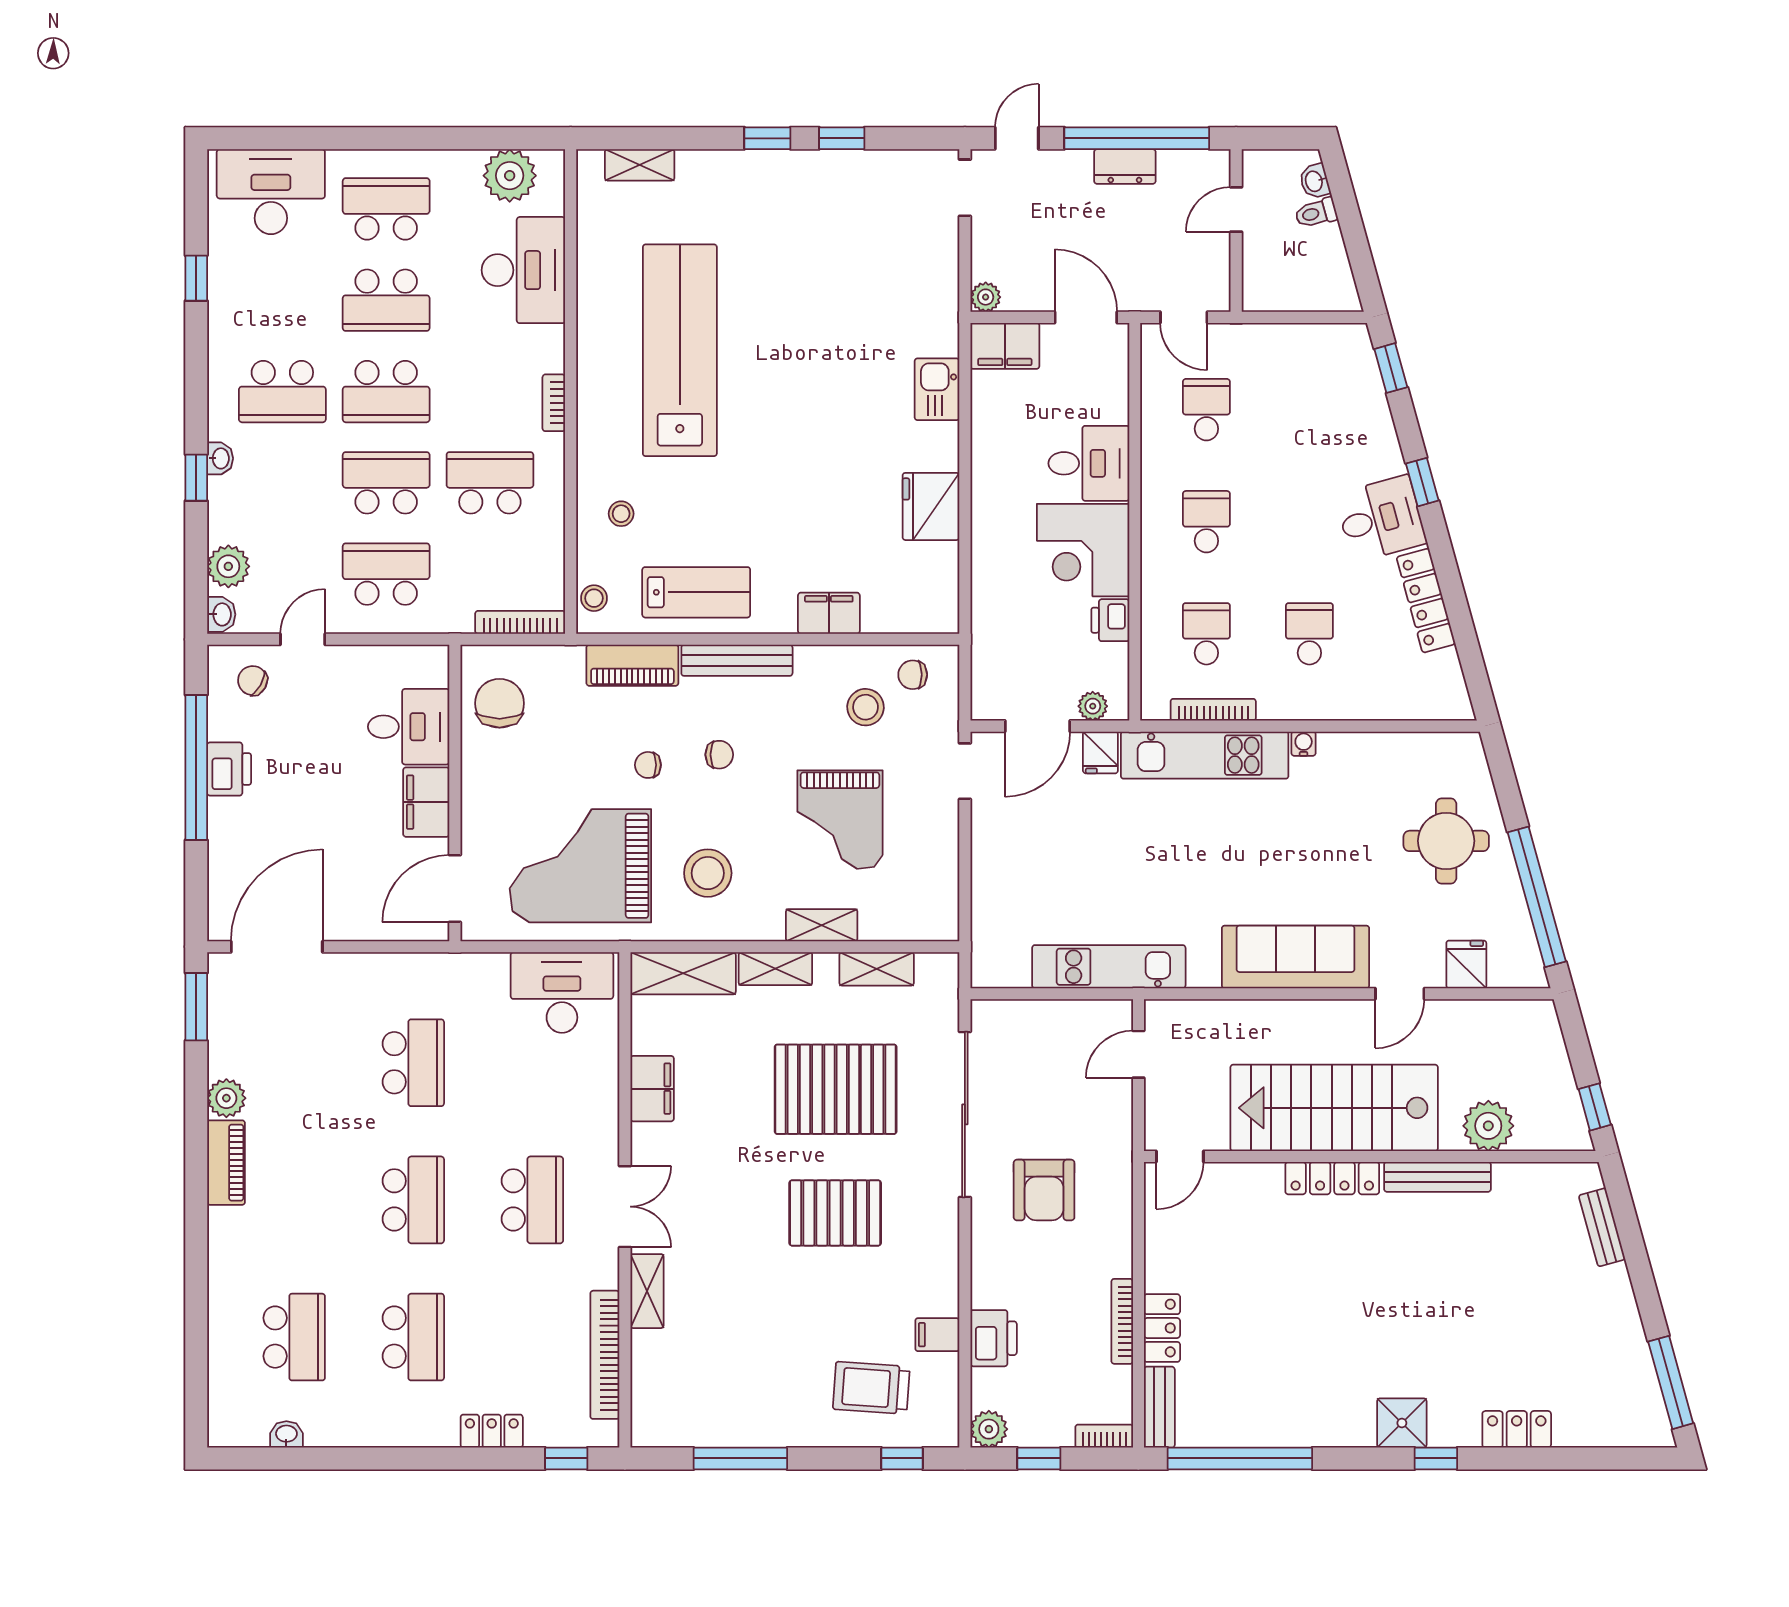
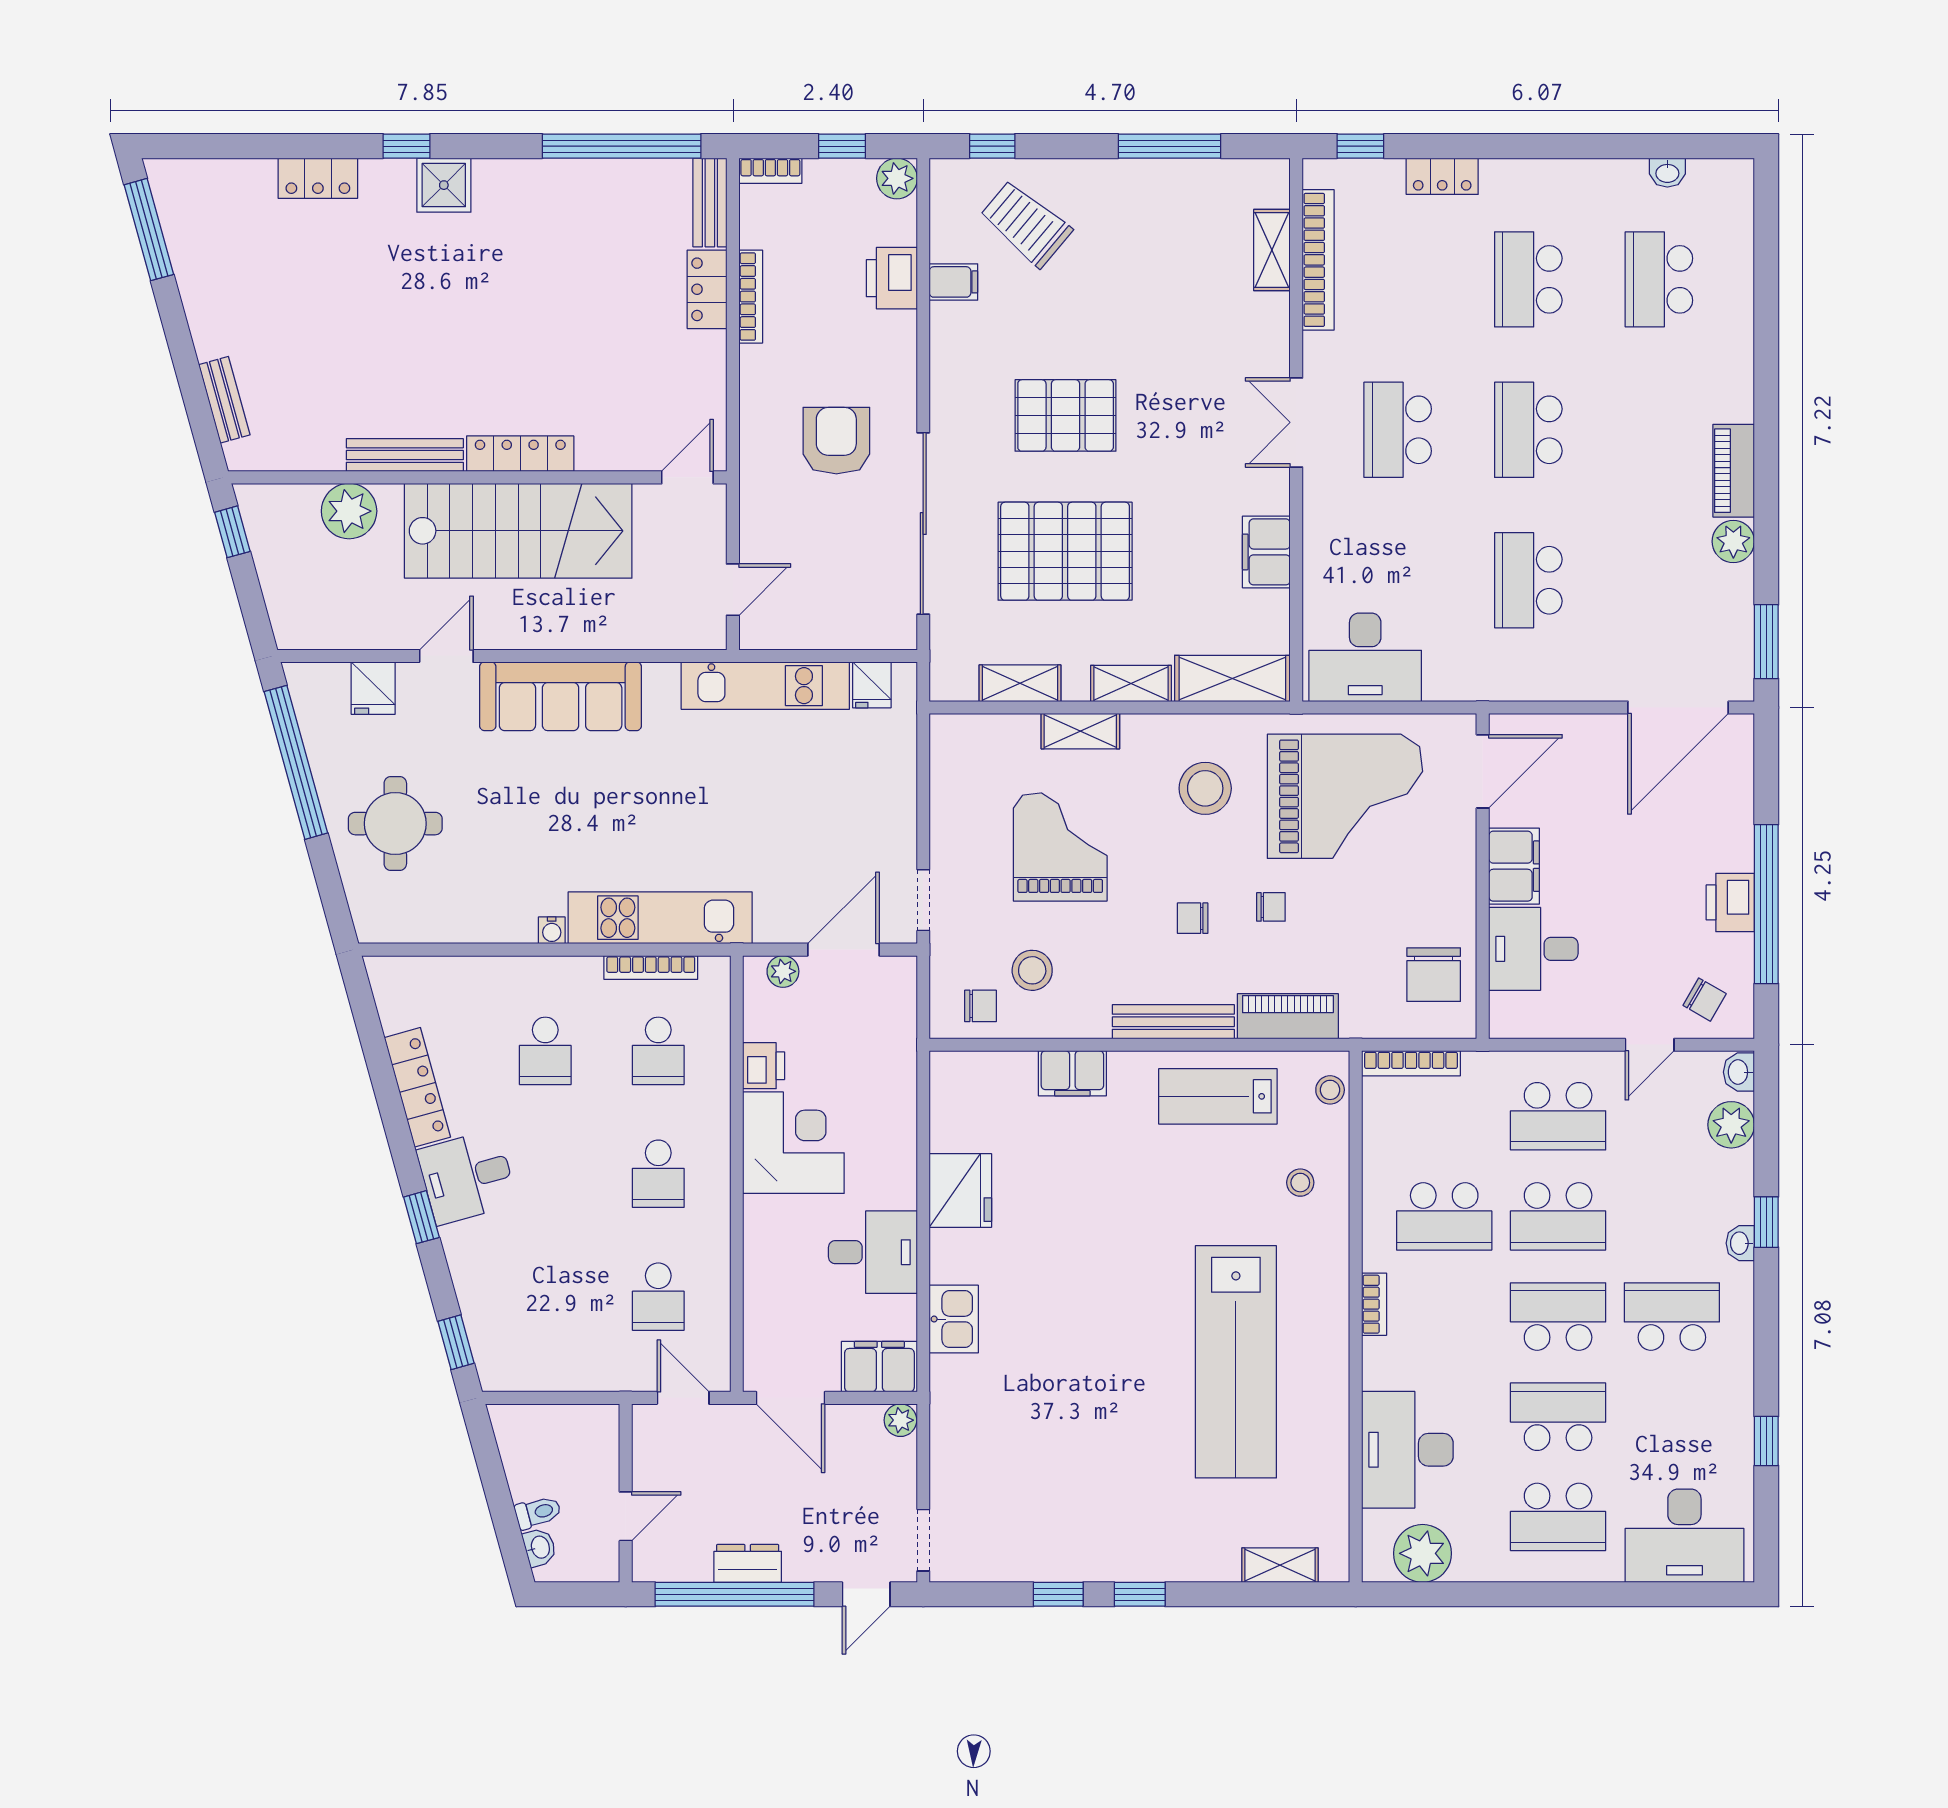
desk: (1089, 463) -> (873, 1252), moved, turned 180
fridge: (1100, 752) -> (872, 685), moved, turned 180
shelving: (647, 1291) -> (1272, 250), moved
trolley: (871, 1388) -> (1026, 224), turned -144

